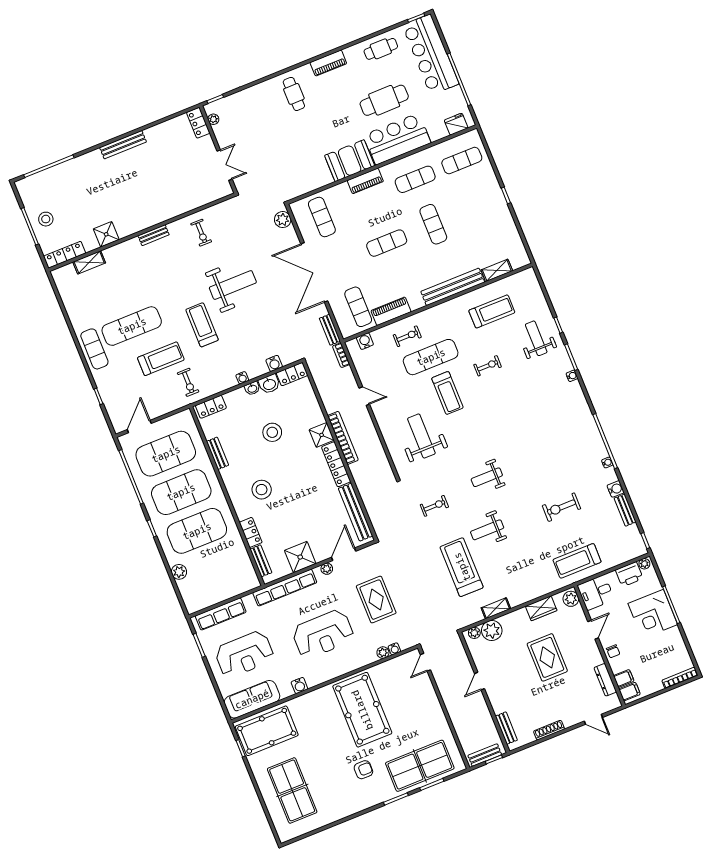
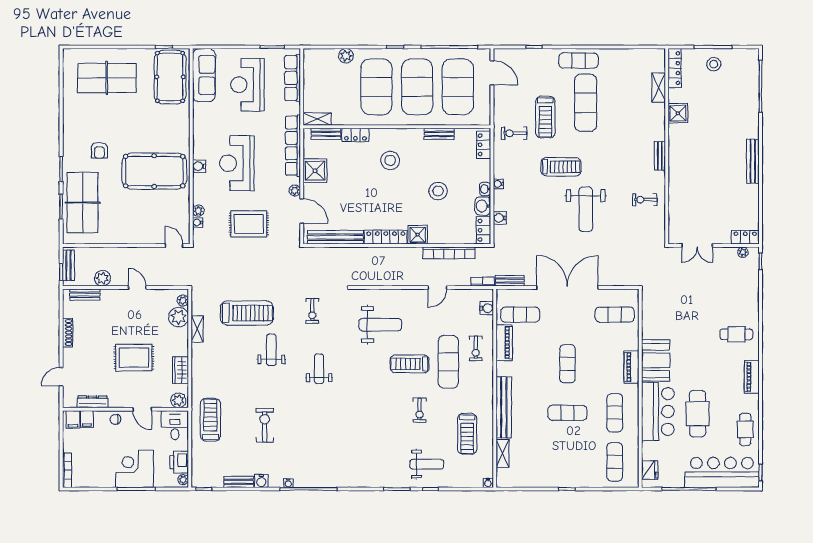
plant: (283, 220) -> (103, 278), moved
water cooler: (572, 376) -> (488, 483), moved
bookcase: (343, 438) -> (449, 253), moved
shelving: (250, 575) -> (317, 119), added
water cooler: (299, 686) -> (199, 166), moved

